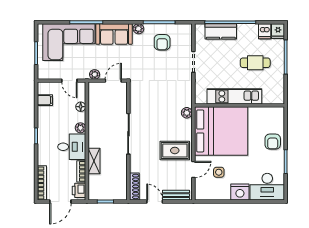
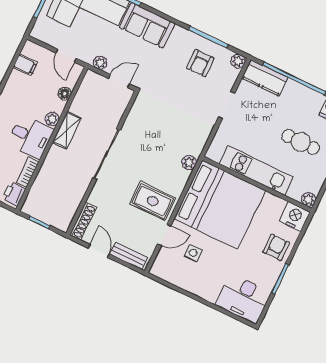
plant: (138, 29) -> (238, 61), moved
kitchen counter: (221, 31) -> (265, 78), moved
plant: (279, 99) -> (309, 199), added
armchair: (273, 142) -> (276, 247), turned 180
shelving: (94, 161) -> (67, 130), moved
nightstand: (240, 192) -> (295, 216), moved, turned 180

